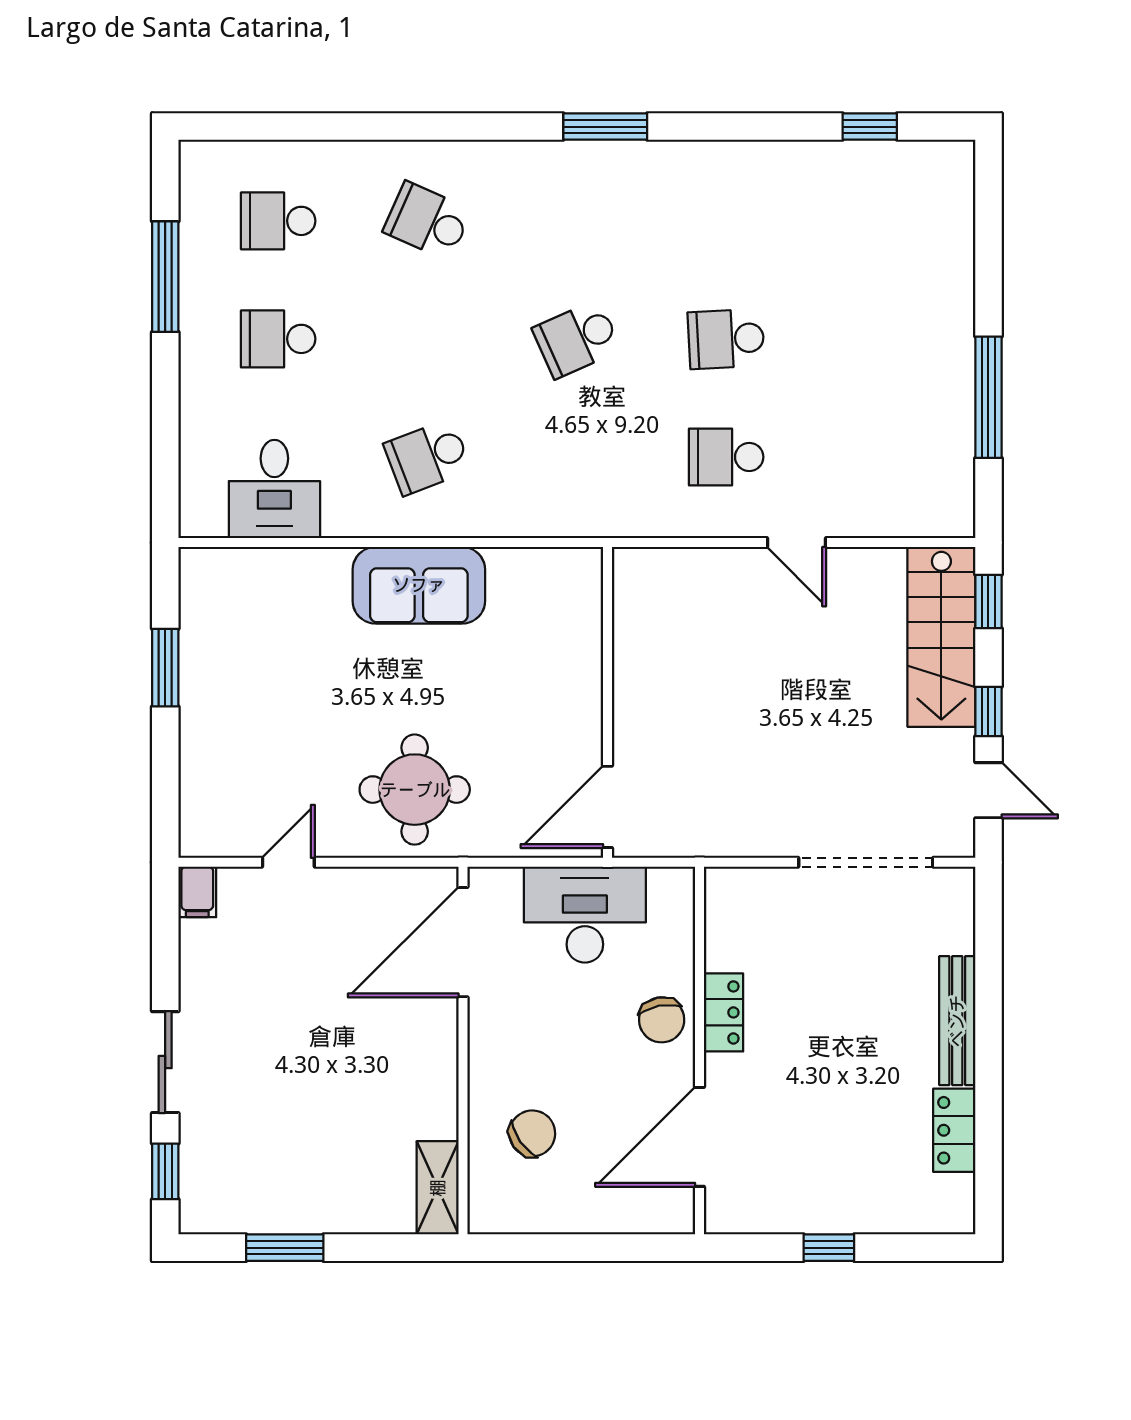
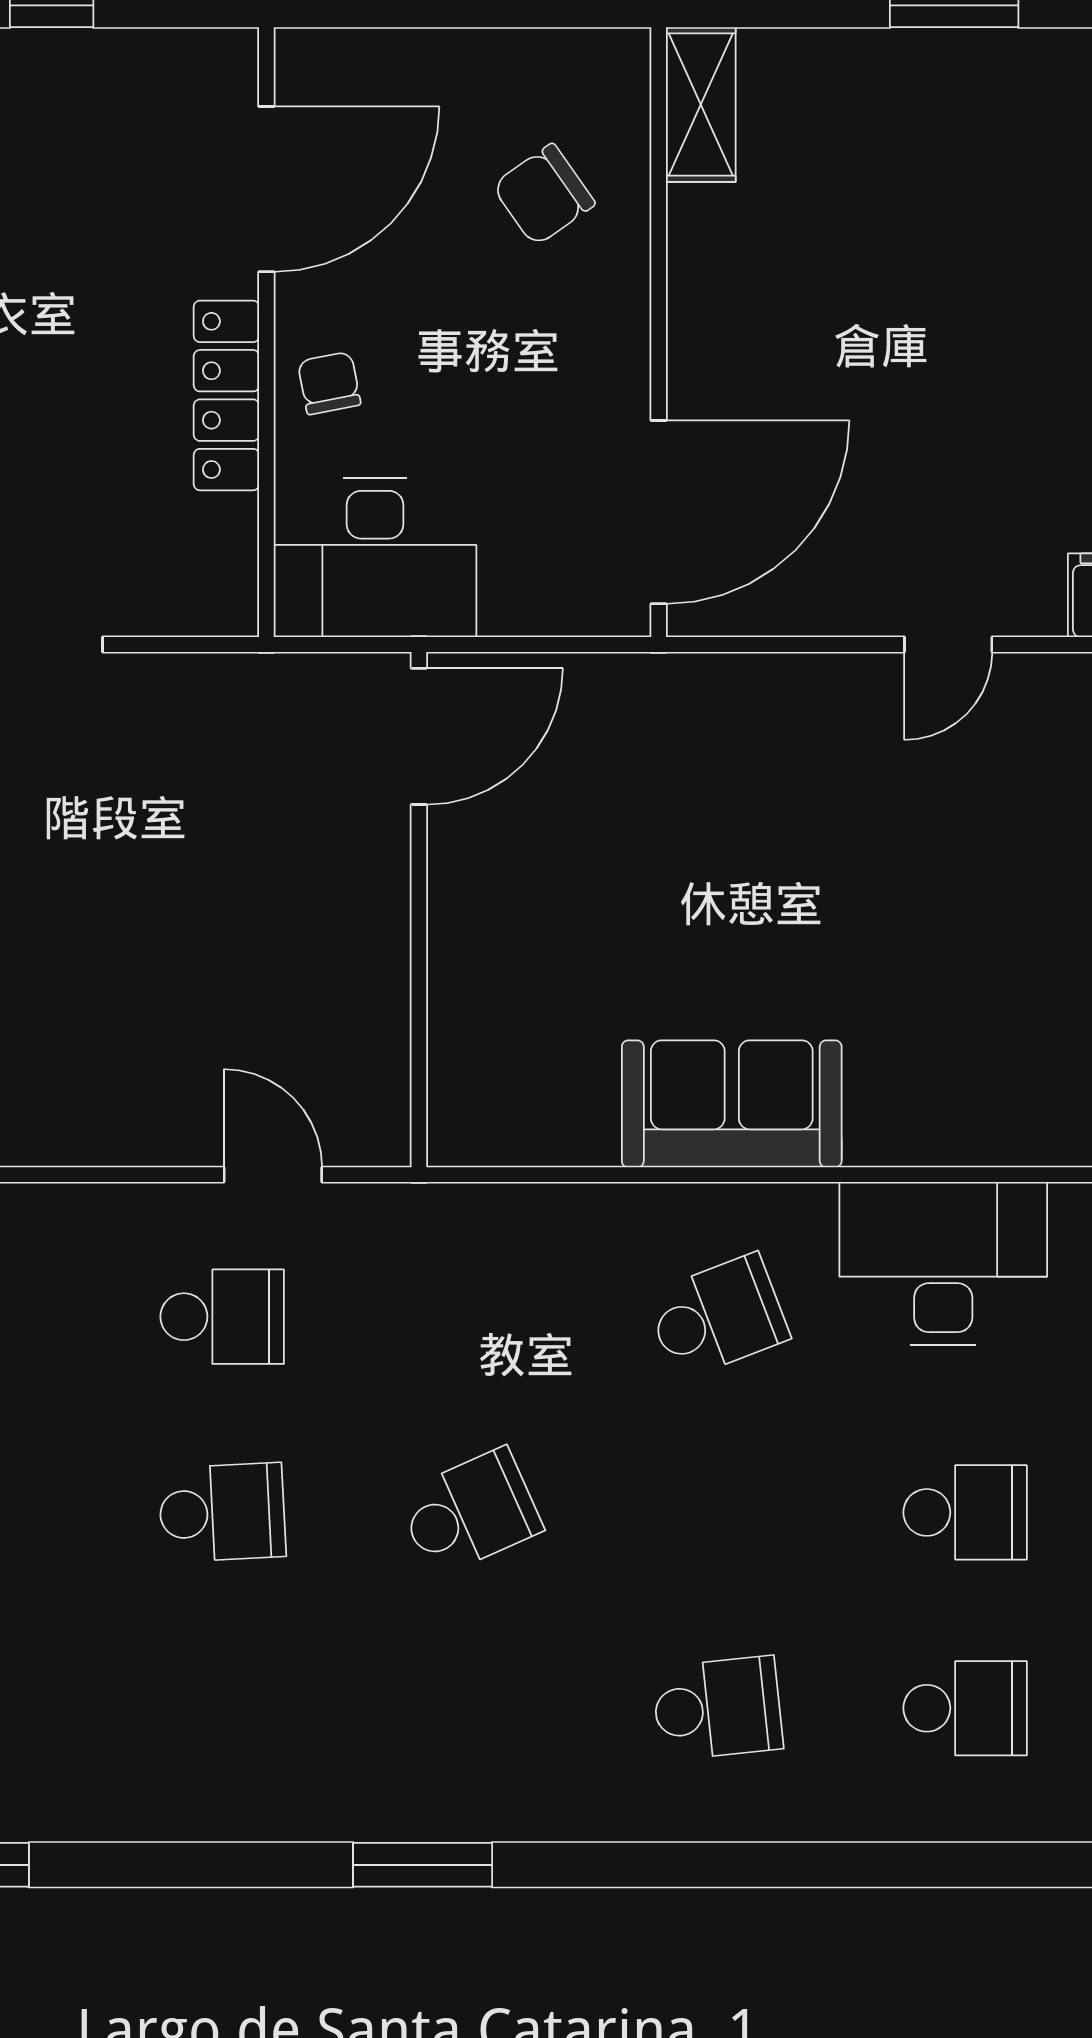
school desk: (427, 221) -> (717, 1708), turned -30
desk: (274, 489) -> (943, 1264), width x1.37
door: (797, 543) -> (273, 1175), moved
round table: (415, 790) -> (739, 765), removed
desk: (585, 915) -> (375, 558), moved
locker: (724, 1012) -> (226, 395), width x1.53
chair: (662, 1020) -> (329, 383), width x0.73, depth x0.73

